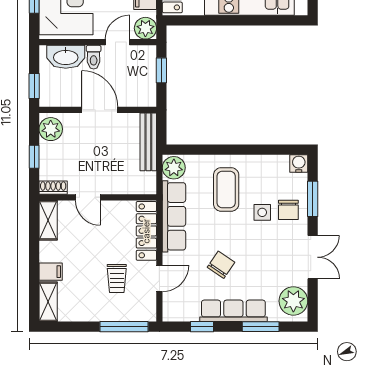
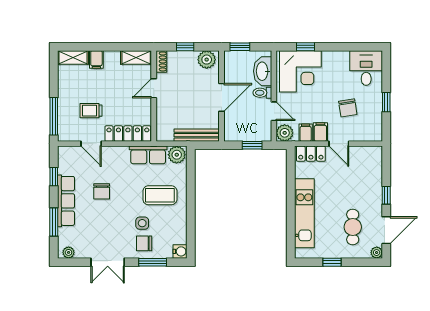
row of seats: (174, 216) -> (148, 155), width x0.68
chair: (221, 265) -> (102, 191), turned 56
plant: (293, 301) -> (69, 252), width x0.53, depth x0.53

